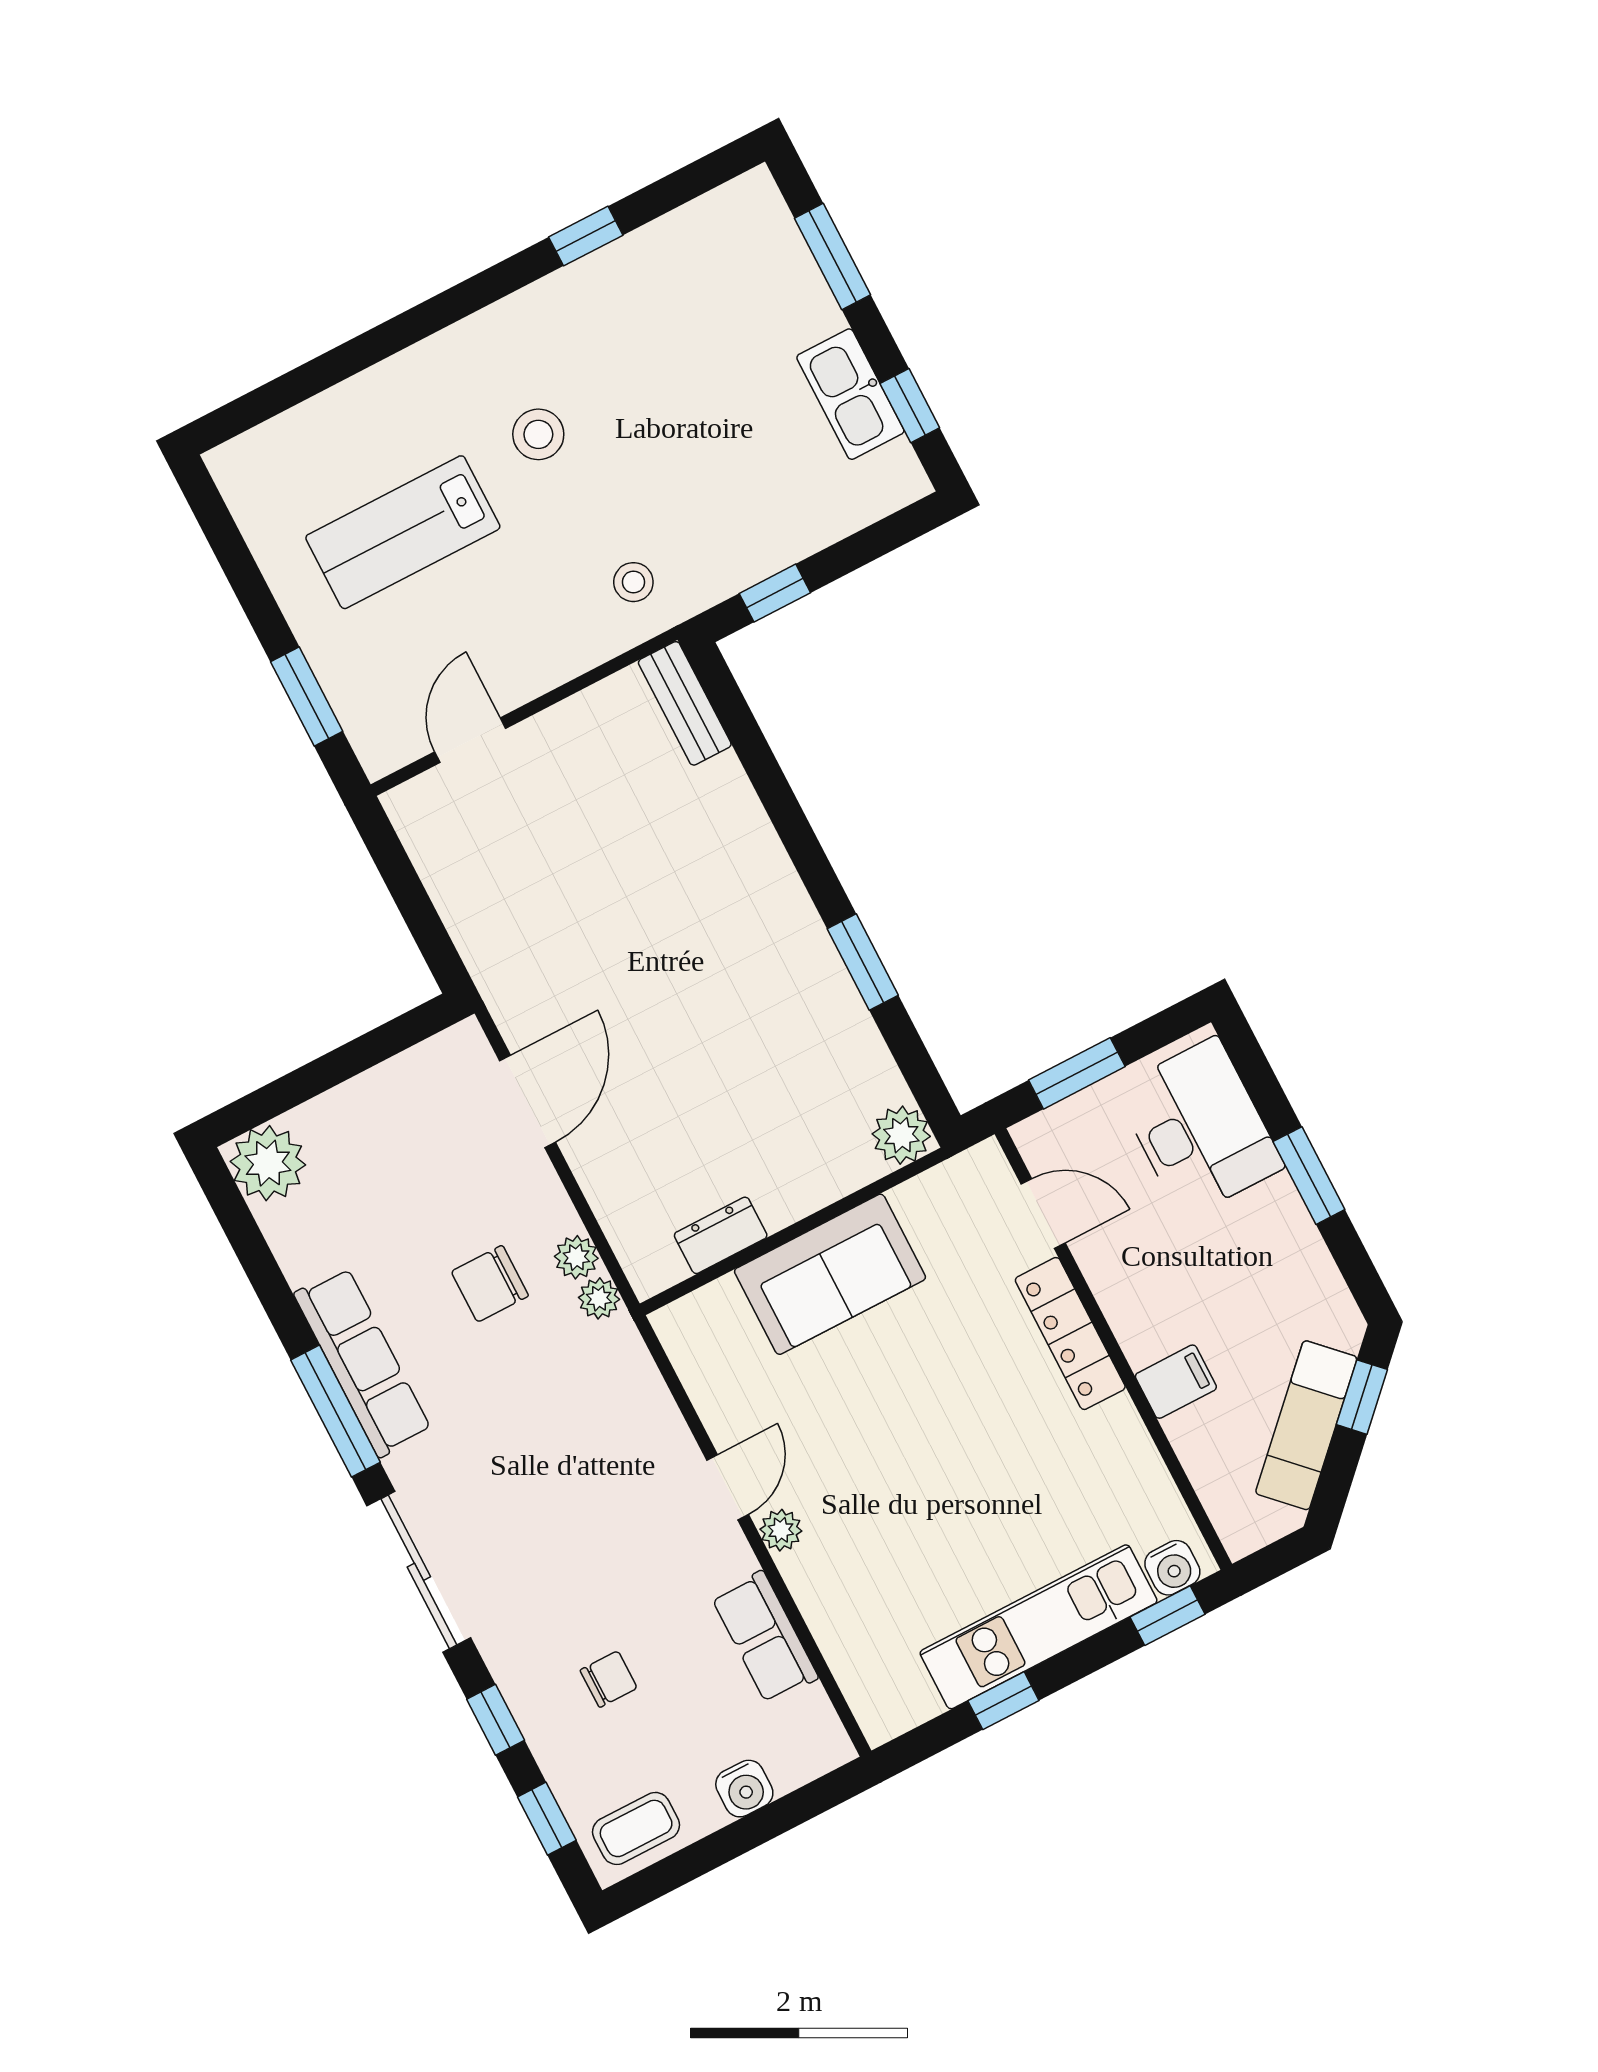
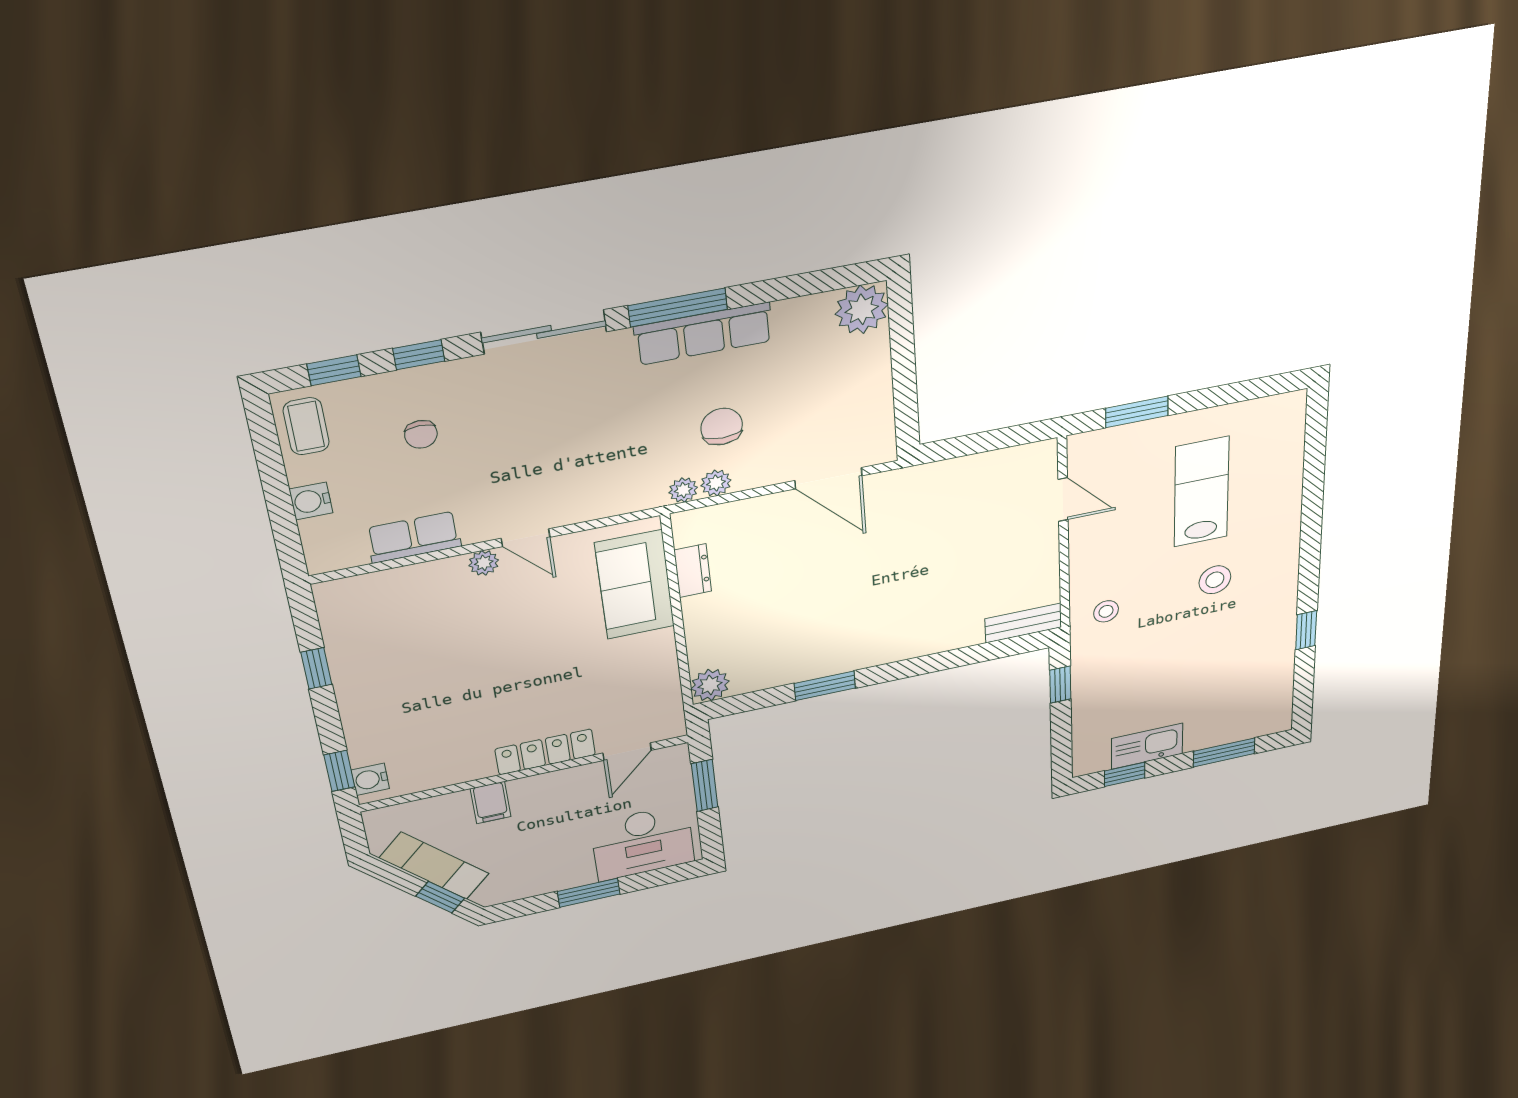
sofa: (830, 1274) -> (635, 585), moved
kitchen unit: (1039, 1627) -> (359, 698), removed

